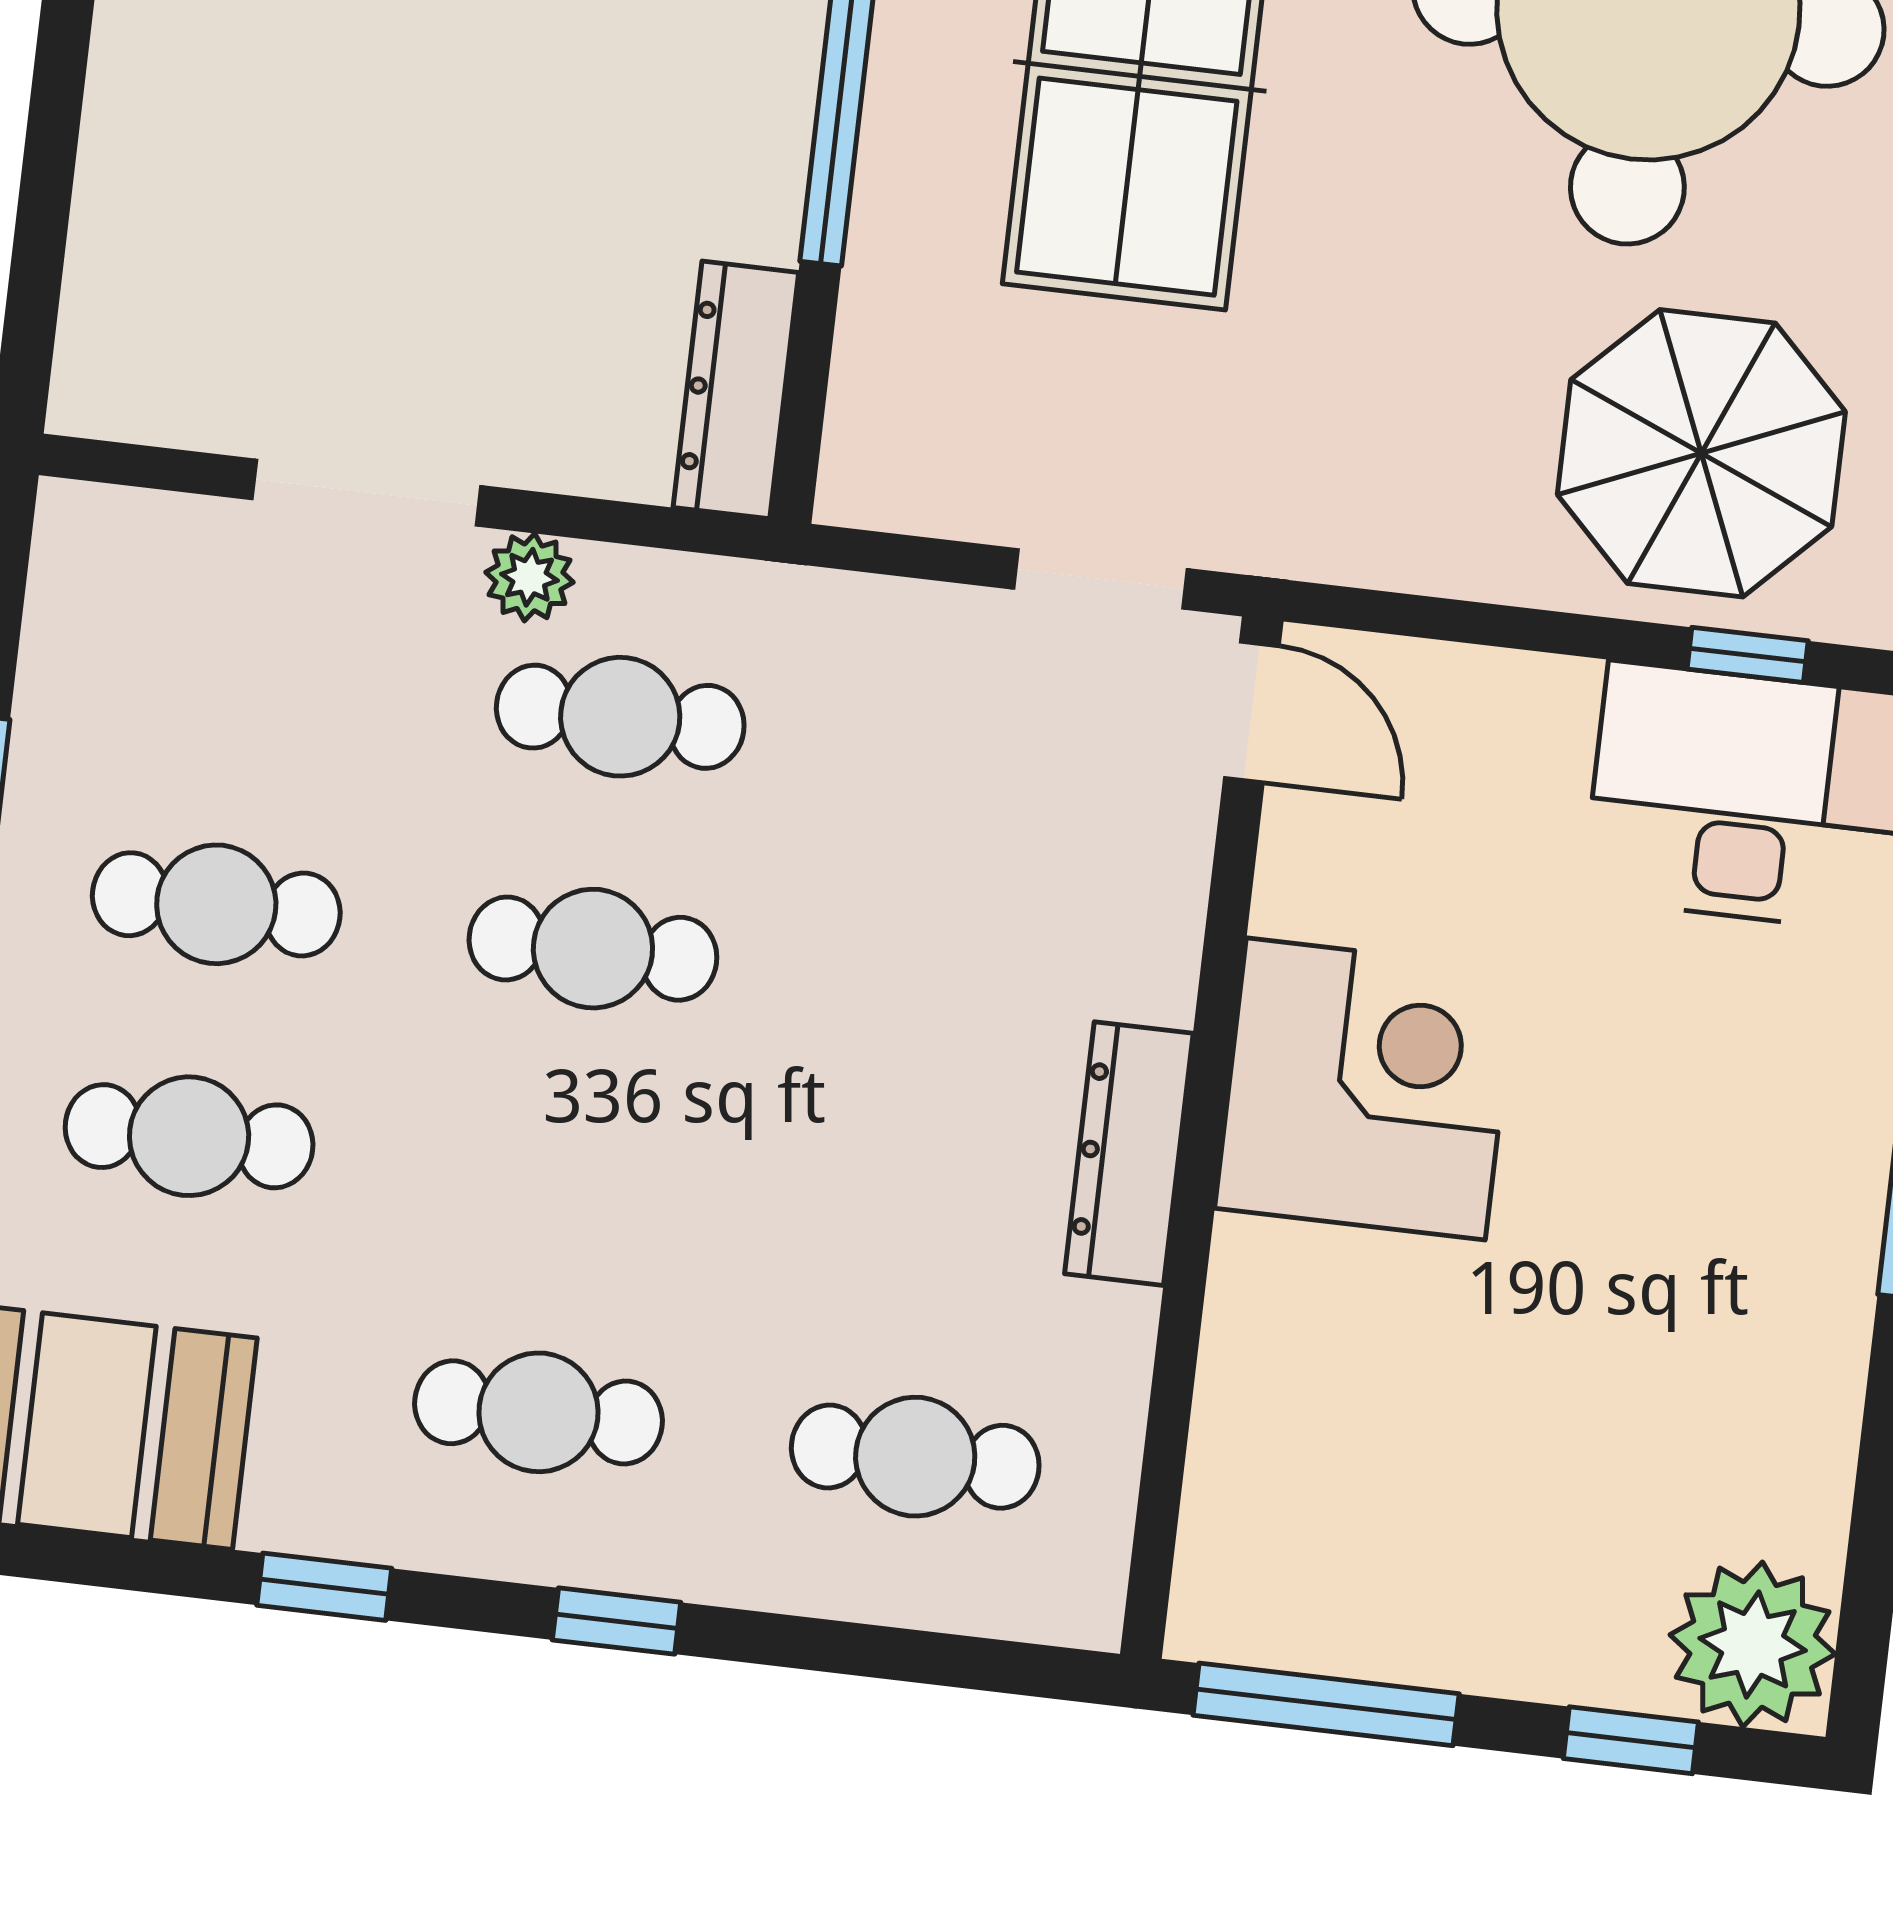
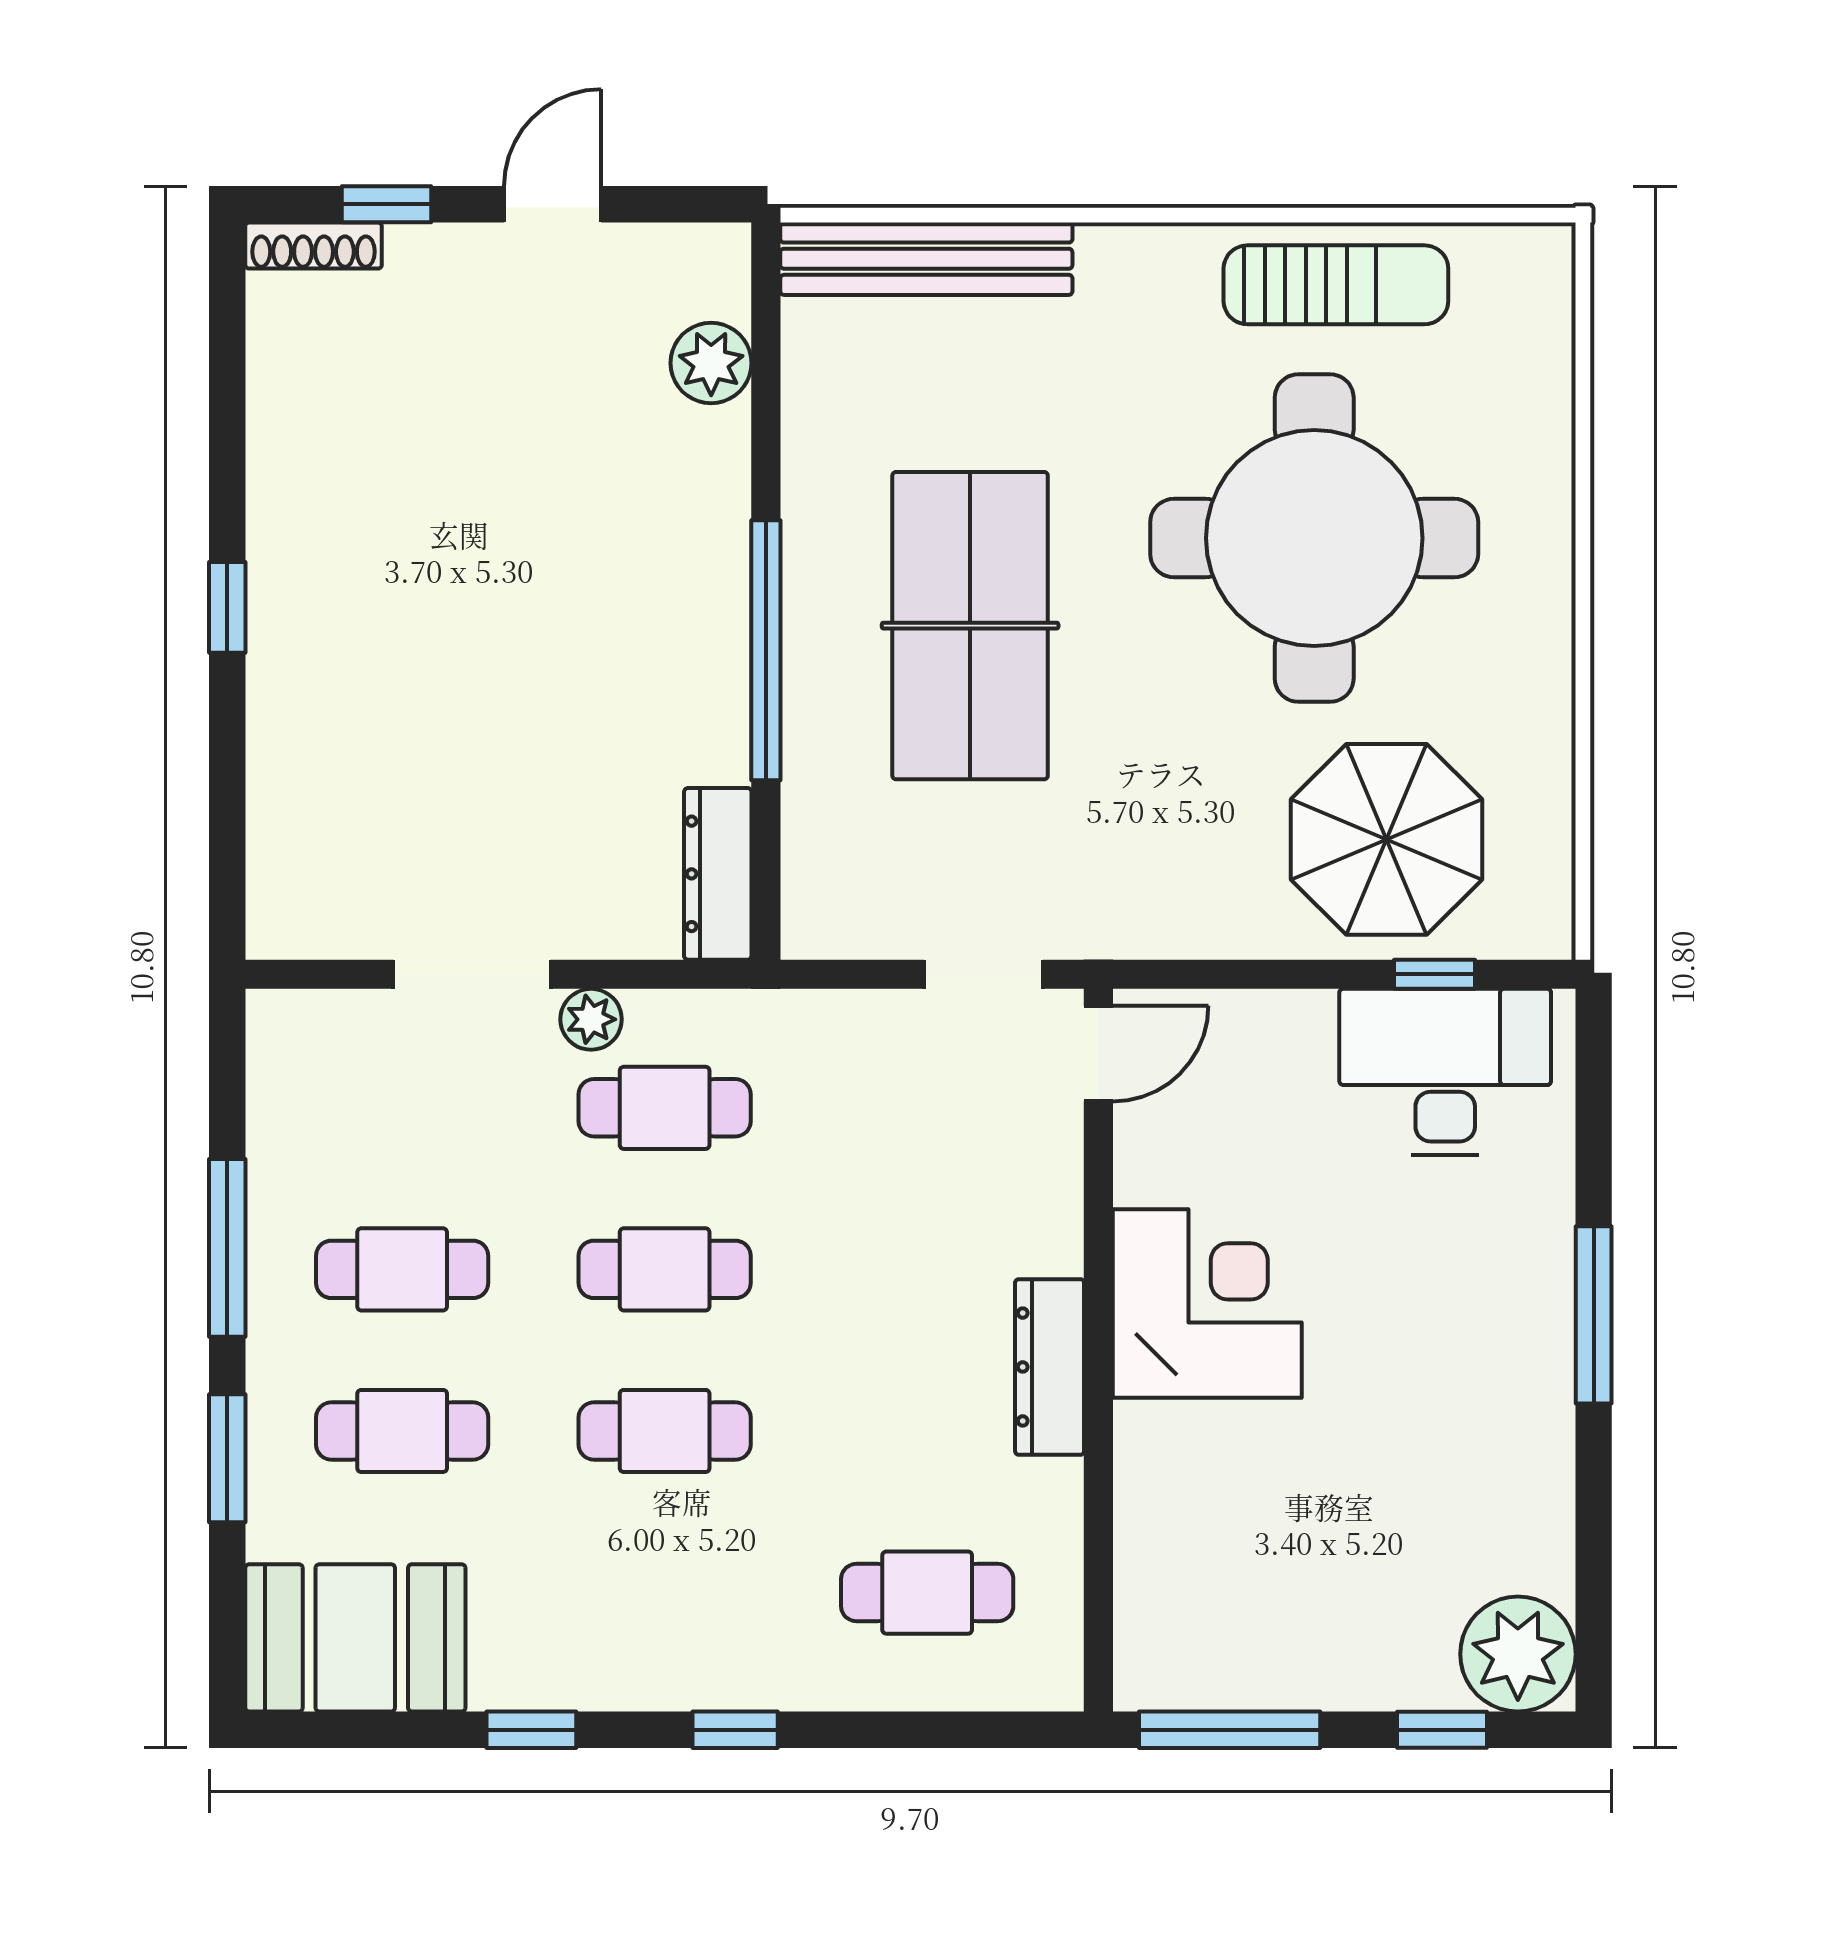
door: (1252, 712) -> (1098, 1054), hinge flipped
cafe table: (539, 1412) -> (665, 1431), moved

